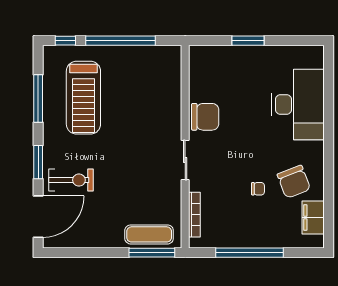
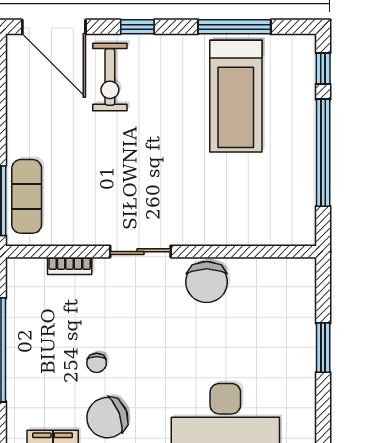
treadmill: (83, 98) -> (236, 96), turned -90
window: (38, 162) -> (137, 27), width x0.67
bookcase: (194, 215) -> (70, 266), width x0.64

